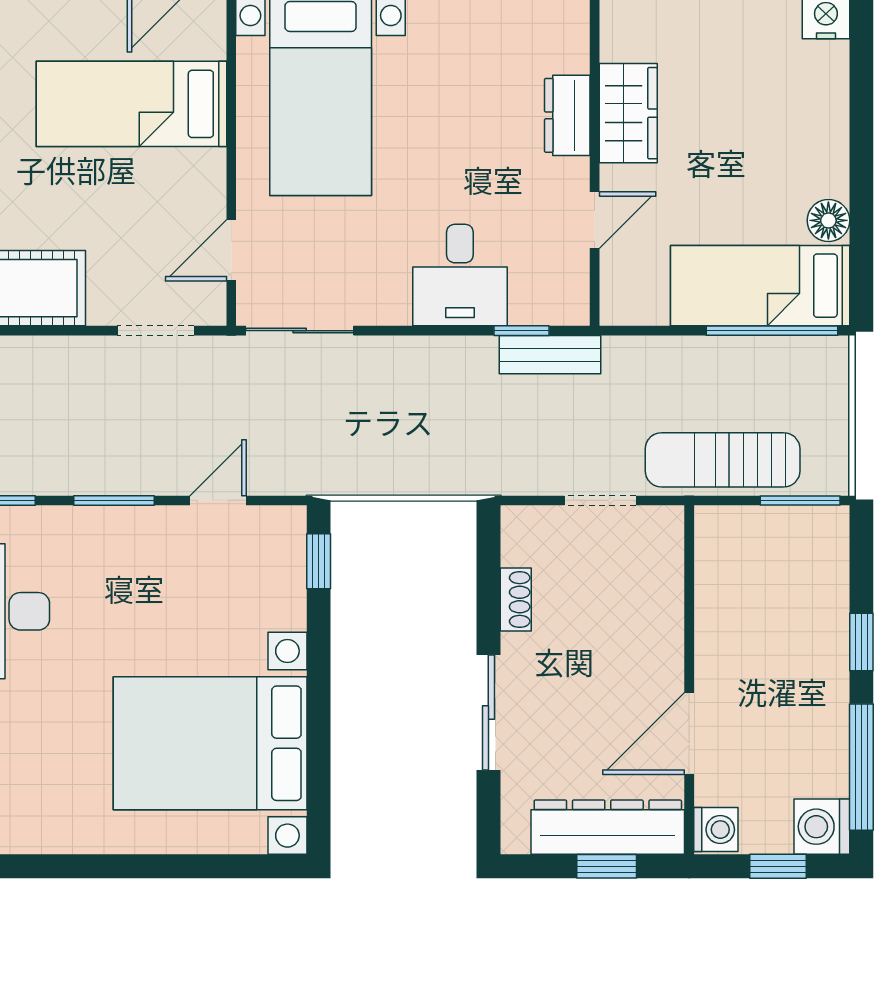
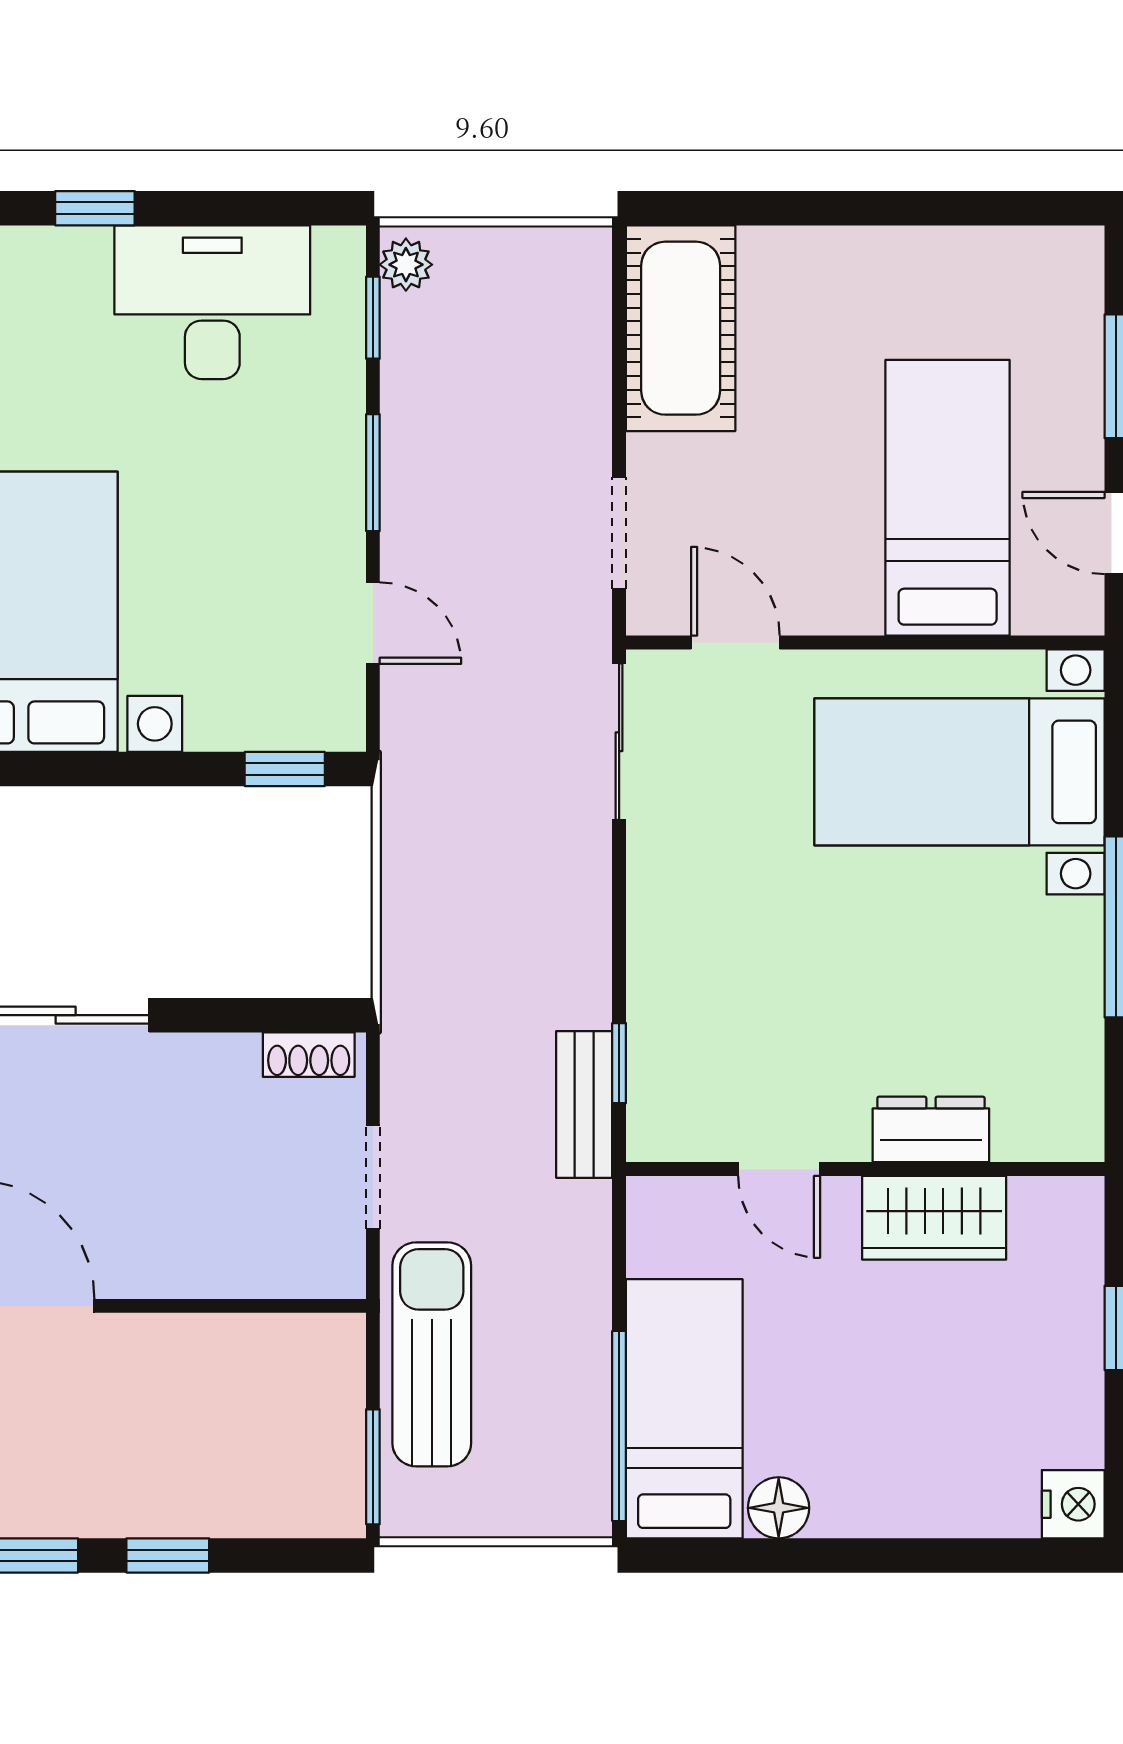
desk: (460, 275) -> (700, 974), removed
shoe rack: (516, 599) -> (309, 1055), moved

